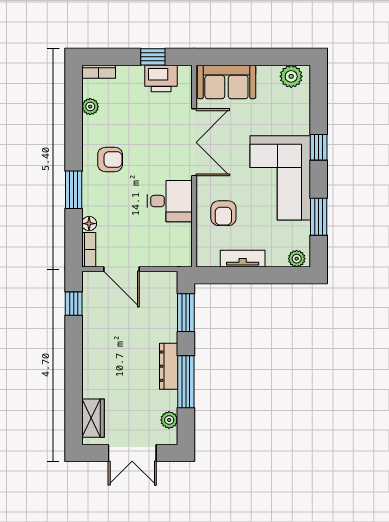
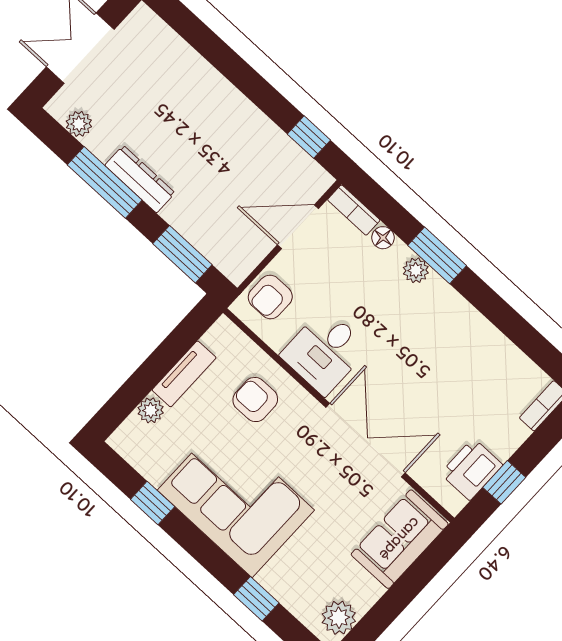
plant: (90, 107) -> (416, 270), moved
double door: (194, 142) -> (365, 440), swing flipped
window: (319, 147) -> (256, 599), moved
armchair: (110, 159) -> (270, 297), moved
window: (319, 217) -> (153, 503), width x0.67
plant: (297, 259) -> (151, 410), moved
wardrobe: (93, 418) -> (160, 40), removed

